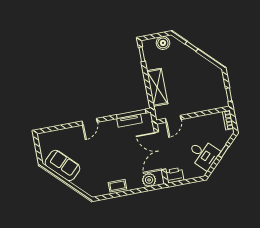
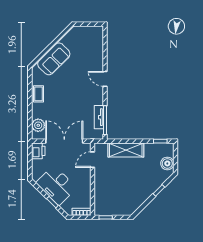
door: (173, 119) -> (92, 160), hinge flipped
desk: (203, 154) -> (56, 185), width x1.37
sofa: (62, 165) -> (54, 59), moved

